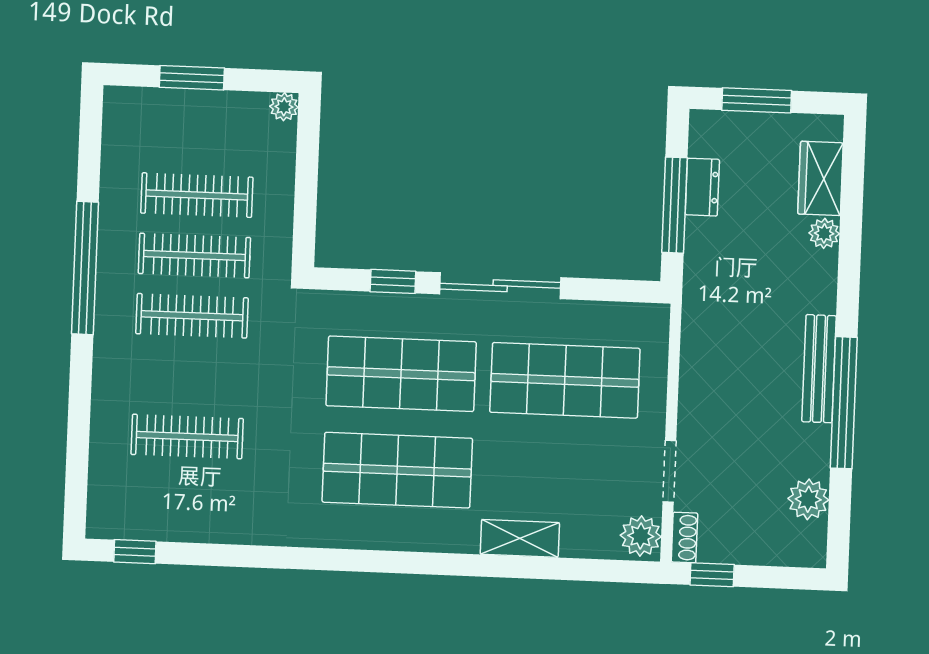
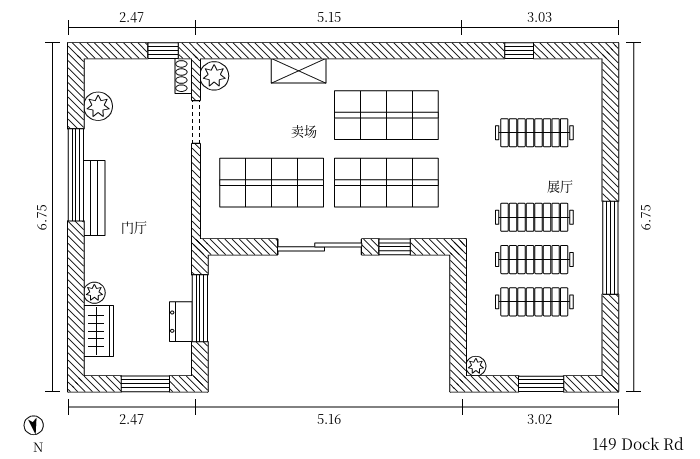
window: (135, 552) -> (519, 51), moved

